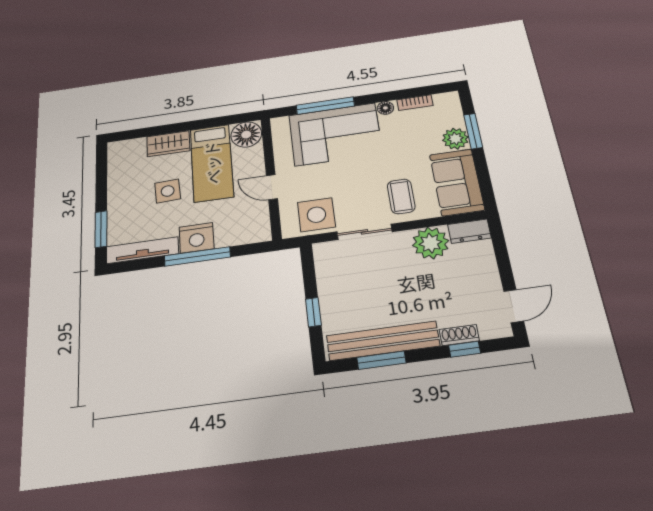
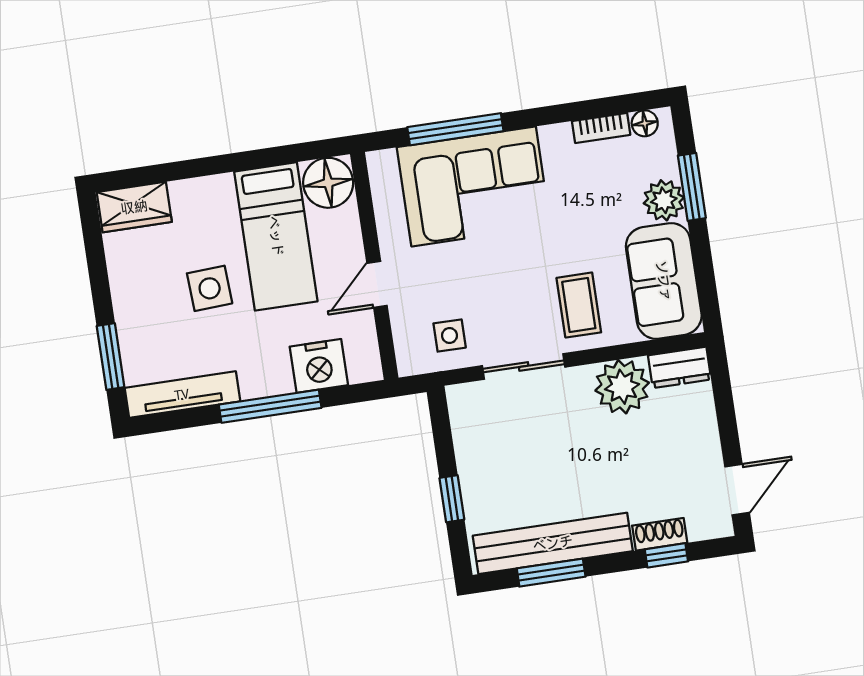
floor lamp: (385, 108) -> (645, 123), moved
wardrobe: (168, 144) -> (134, 207), moved
door: (272, 187) -> (377, 284), hinge flipped
side table: (316, 215) -> (450, 335), width x0.54, depth x0.54
nightstand: (197, 238) -> (319, 366), moved

